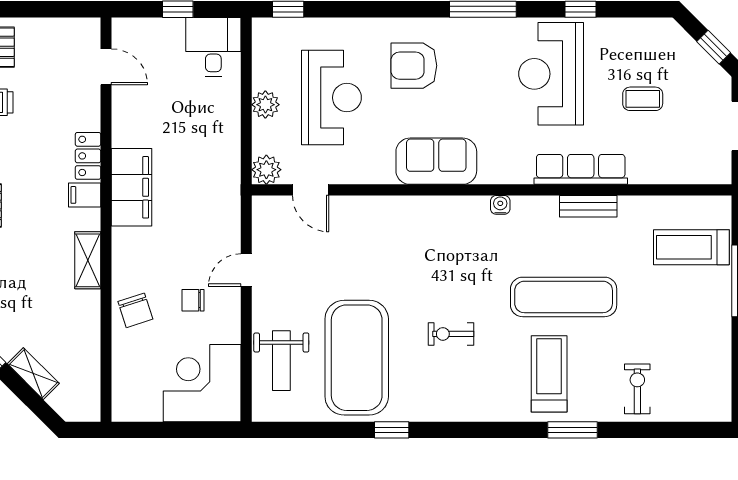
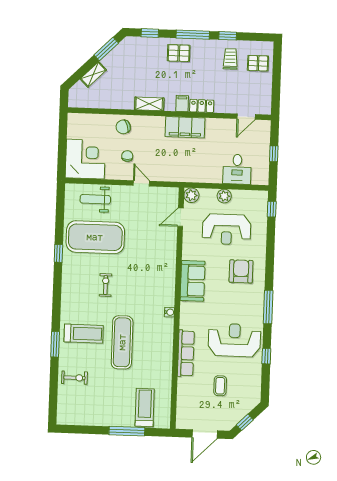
desk: (213, 47) -> (237, 169), moved, turned 90
bench: (588, 206) -> (167, 356), removed

